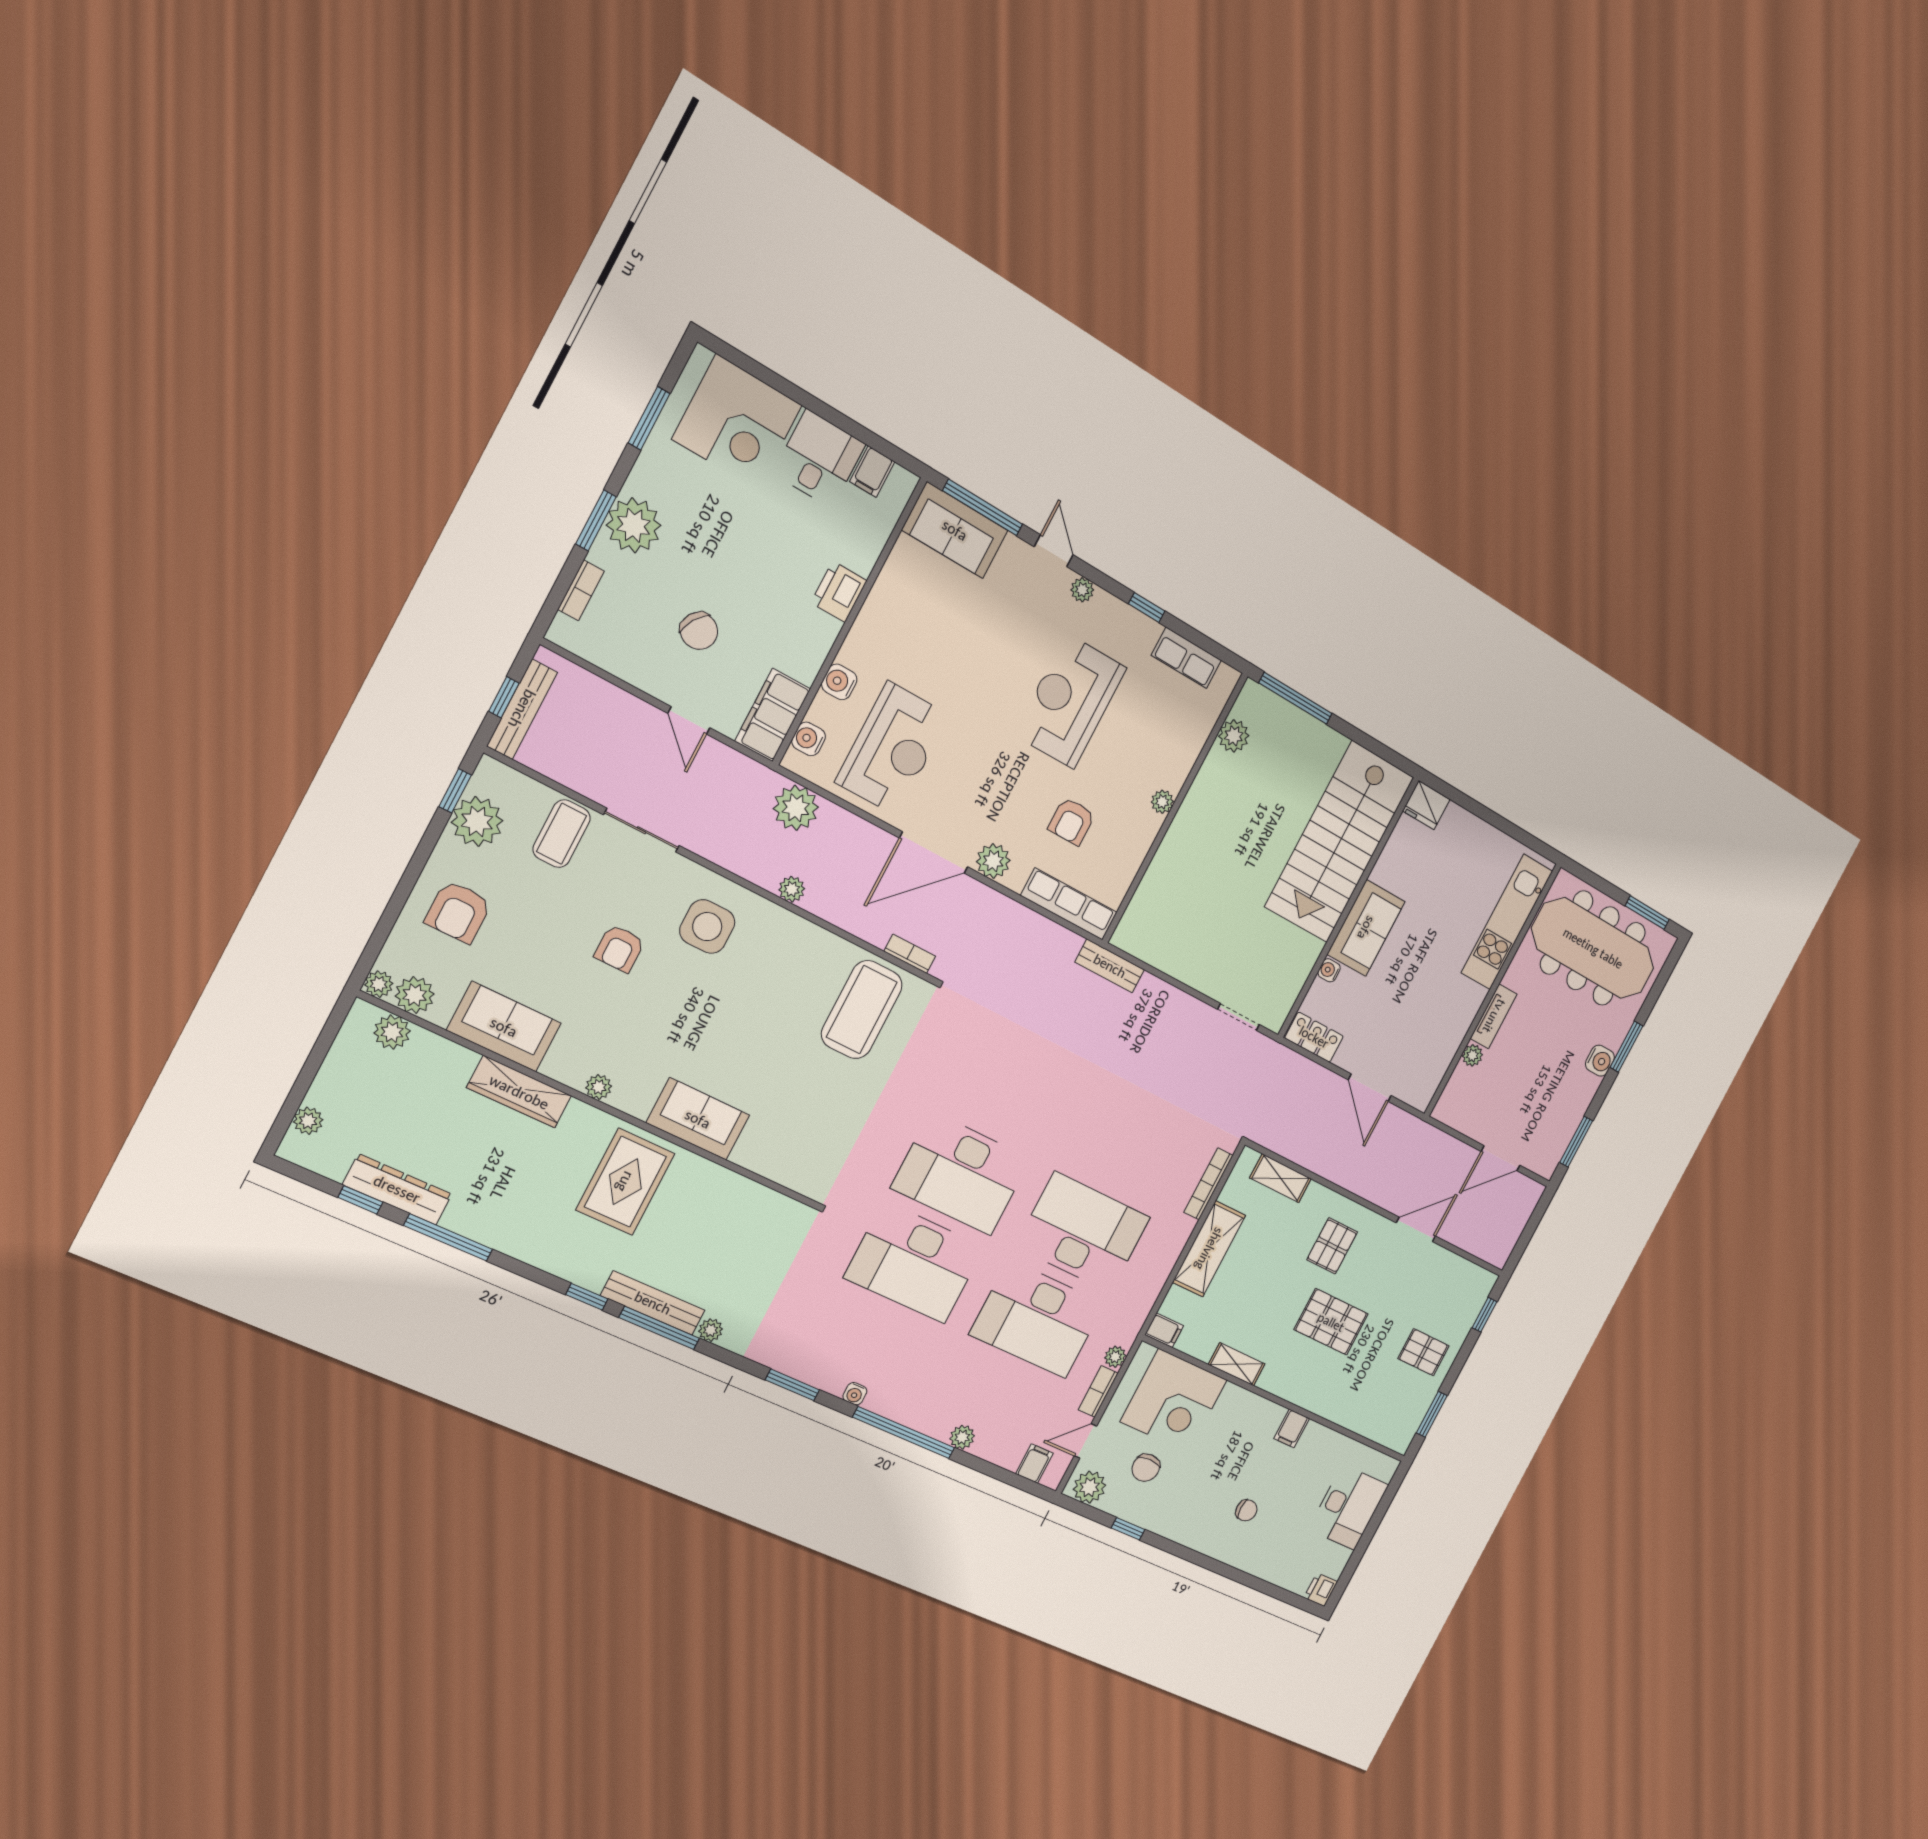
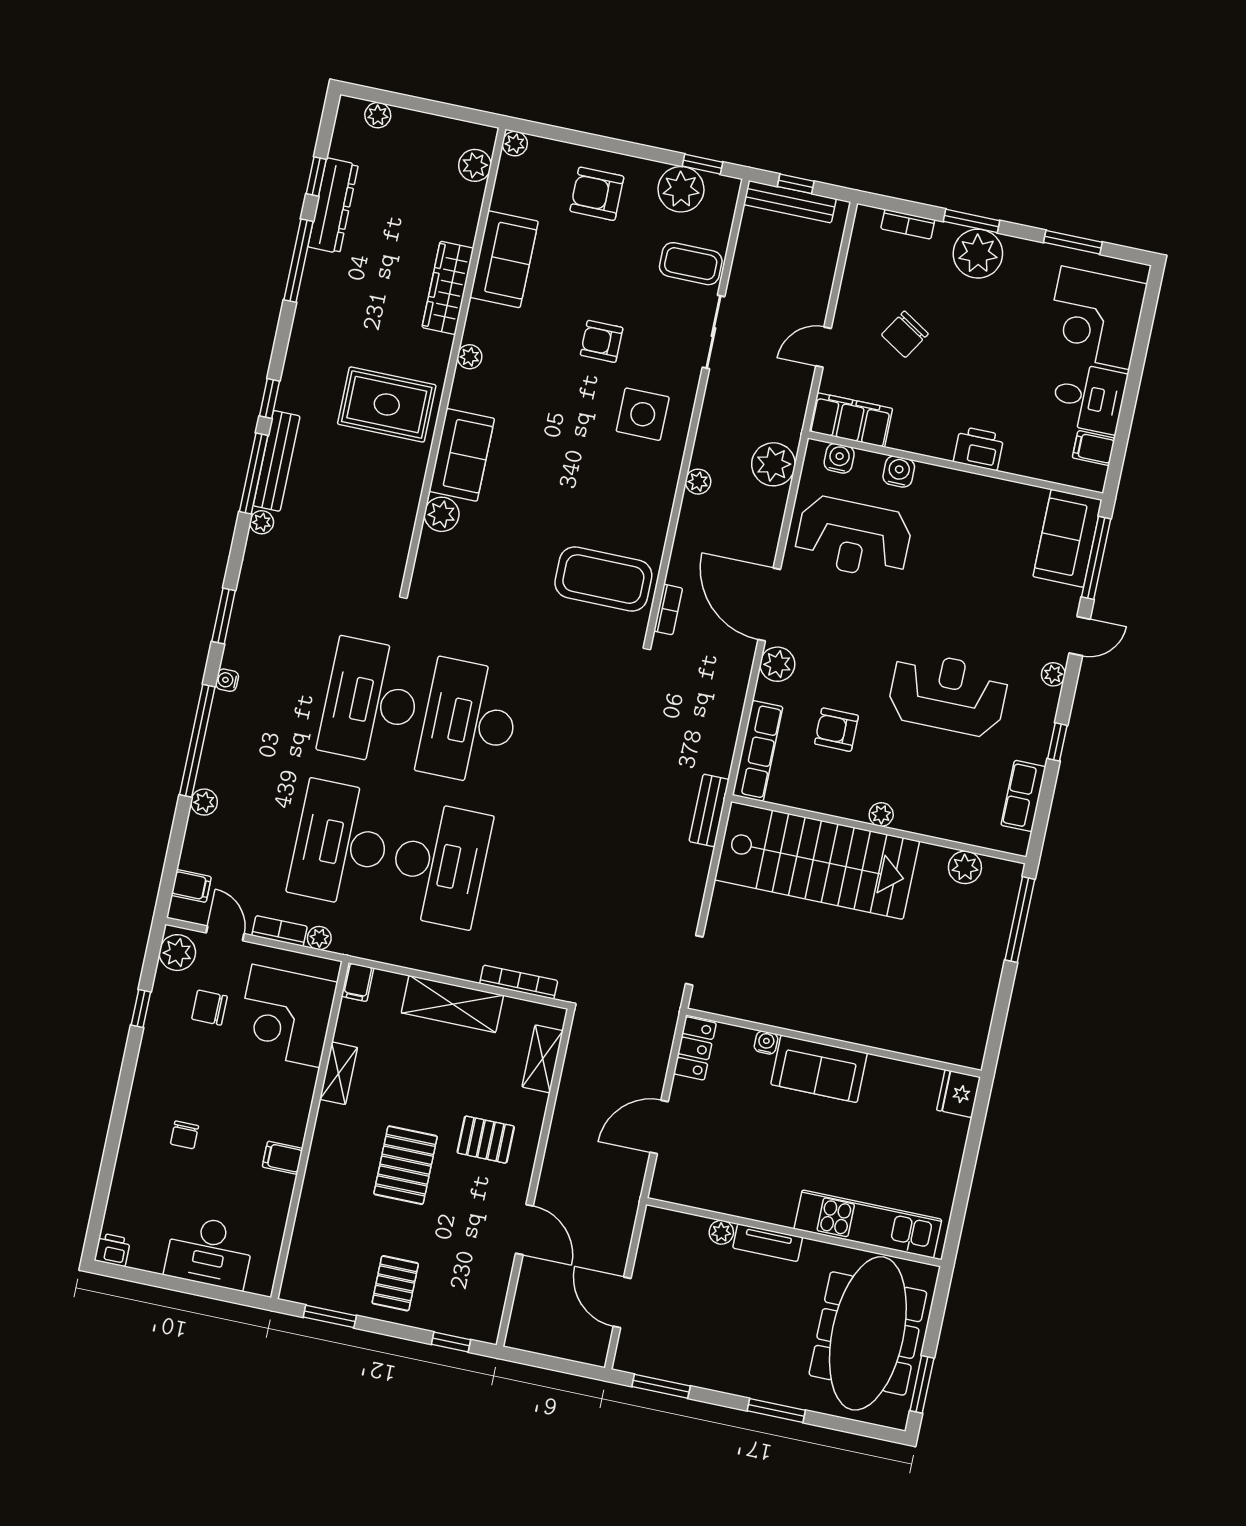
stairs: (1339, 842) -> (817, 860), moved, turned 180
plant: (415, 995) -> (442, 514), moved
water cooler: (1600, 1061) -> (754, 1384), removed

